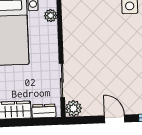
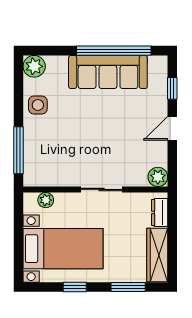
sliding door: (62, 80) -> (102, 189), moved

